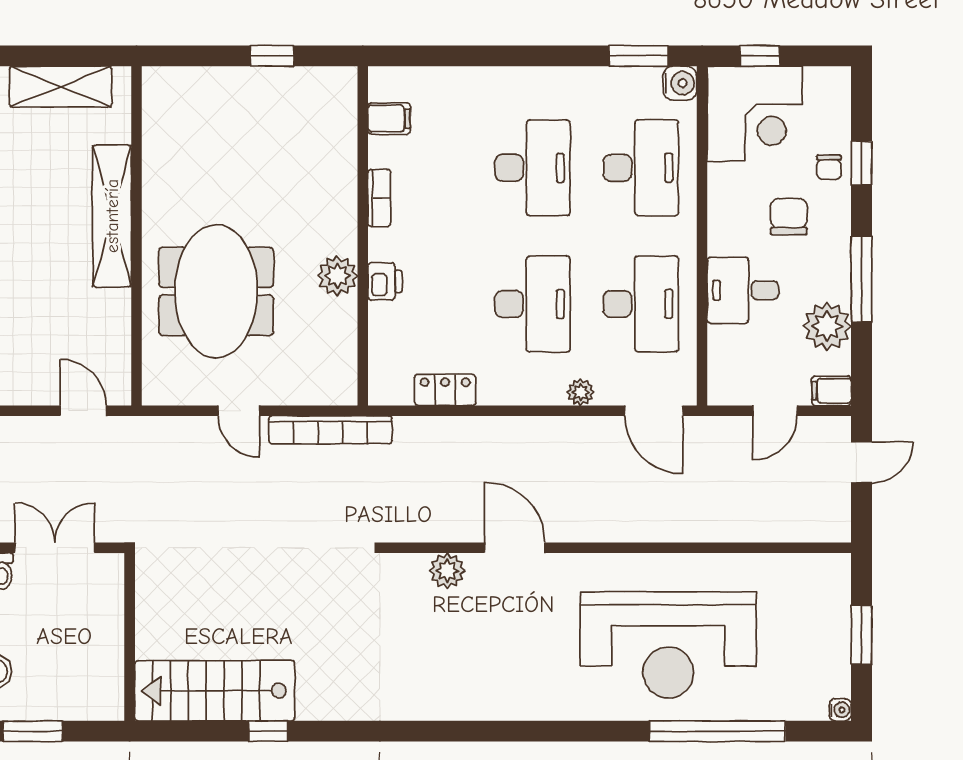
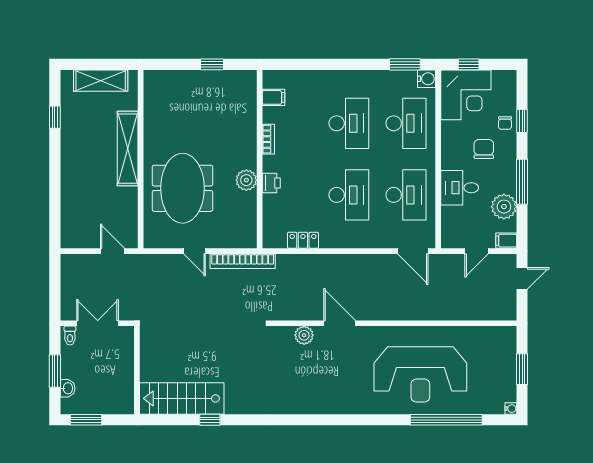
plant: (581, 392) -> (374, 241), removed

